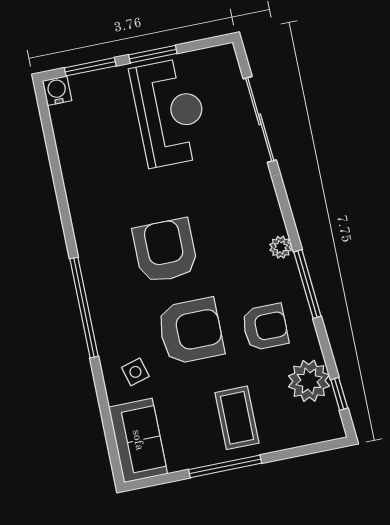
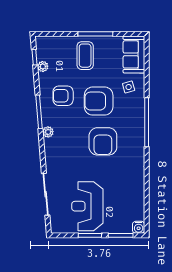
plant: (309, 381) -> (43, 66), width x0.53, depth x0.53

